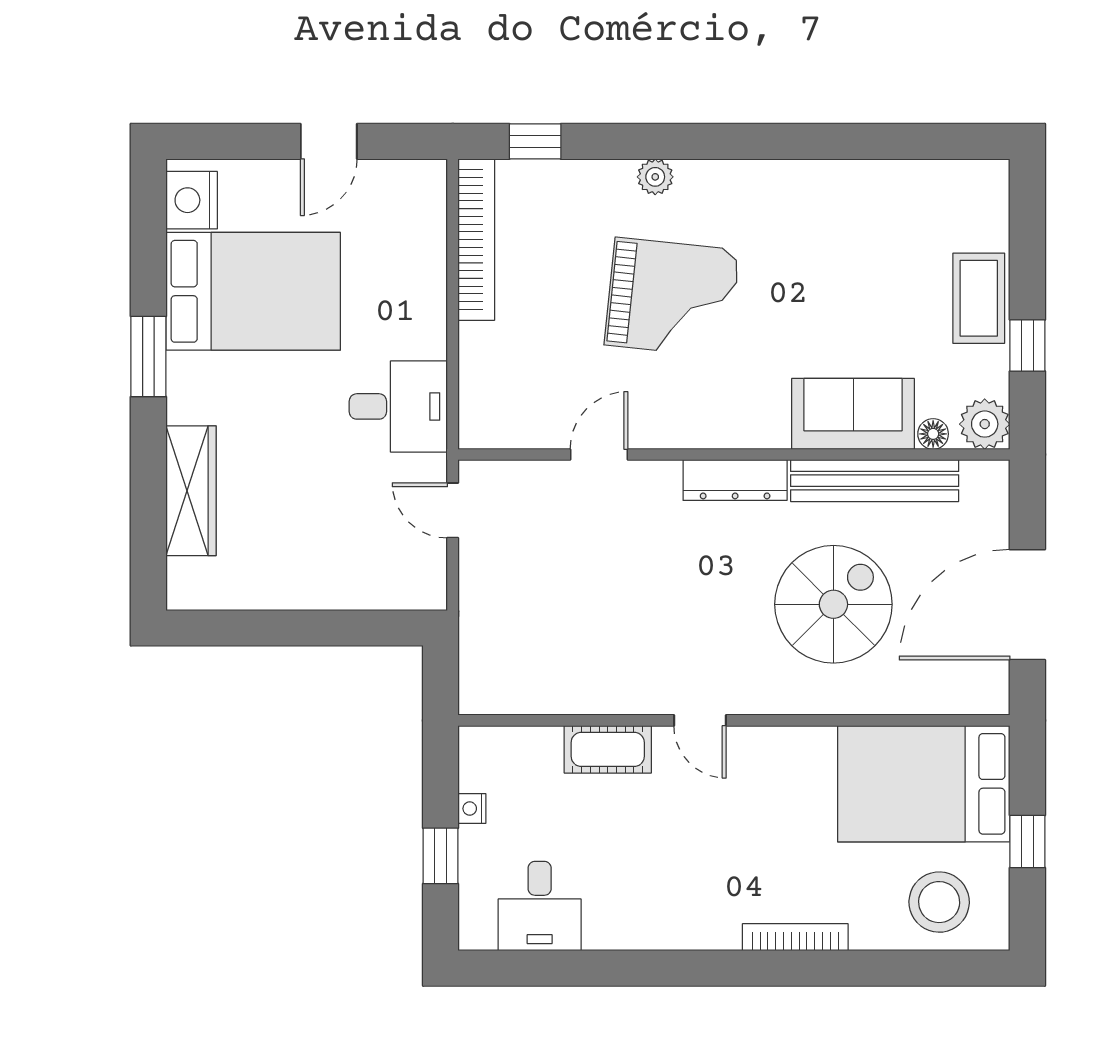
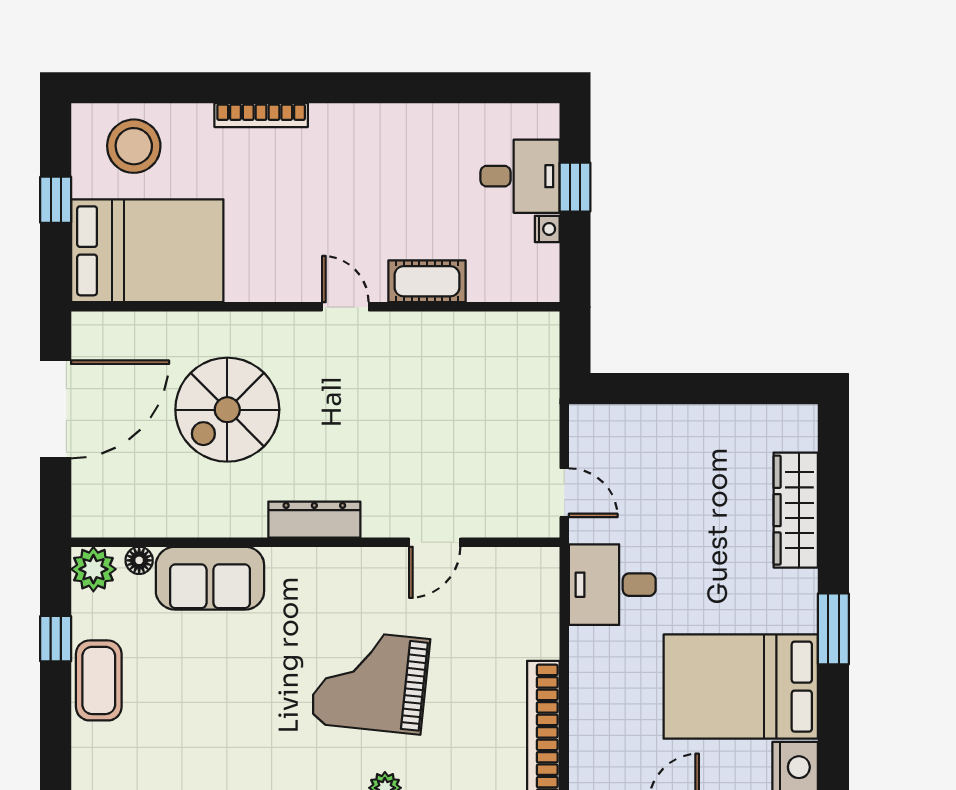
bench: (875, 481) -> (191, 519), removed
desk: (540, 906) -> (520, 176), moved, turned 90

